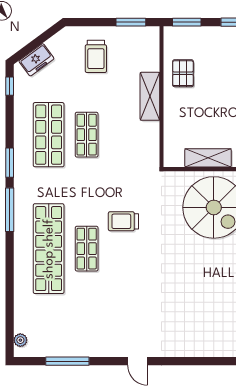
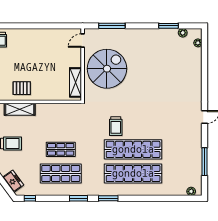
shelving: (150, 96) -> (20, 109), moved
shelving: (208, 158) -> (75, 82), moved
window: (10, 210) -> (108, 198), width x0.69
shop shelf: (87, 249) -> (133, 149), width x2.00, depth x1.36

